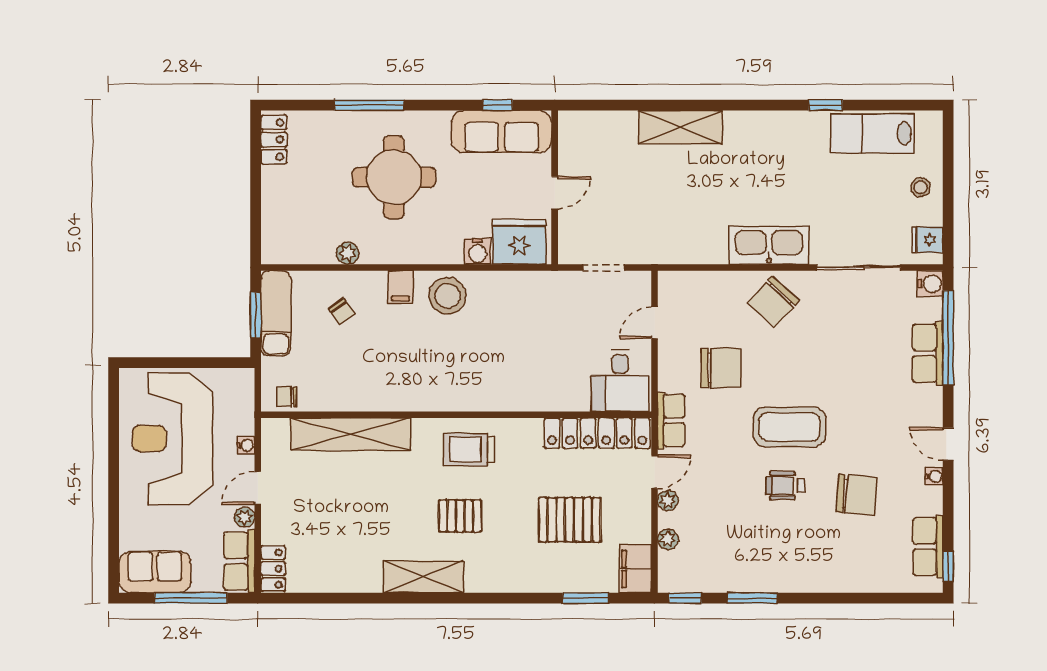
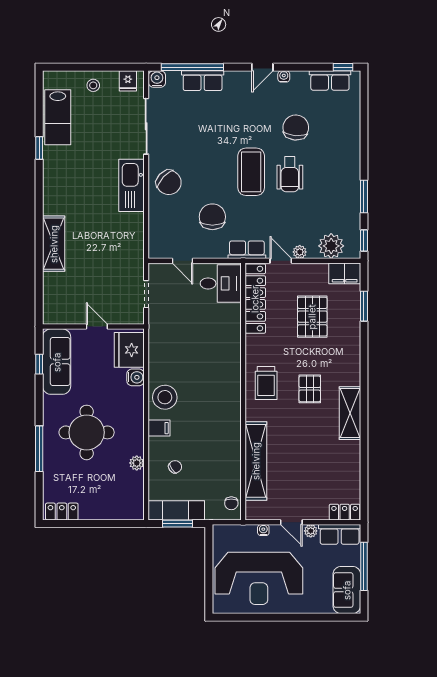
wheelchair: (786, 486) -> (290, 174), width x1.36, depth x1.37
plant: (668, 539) -> (331, 246), width x1.87, depth x1.87

